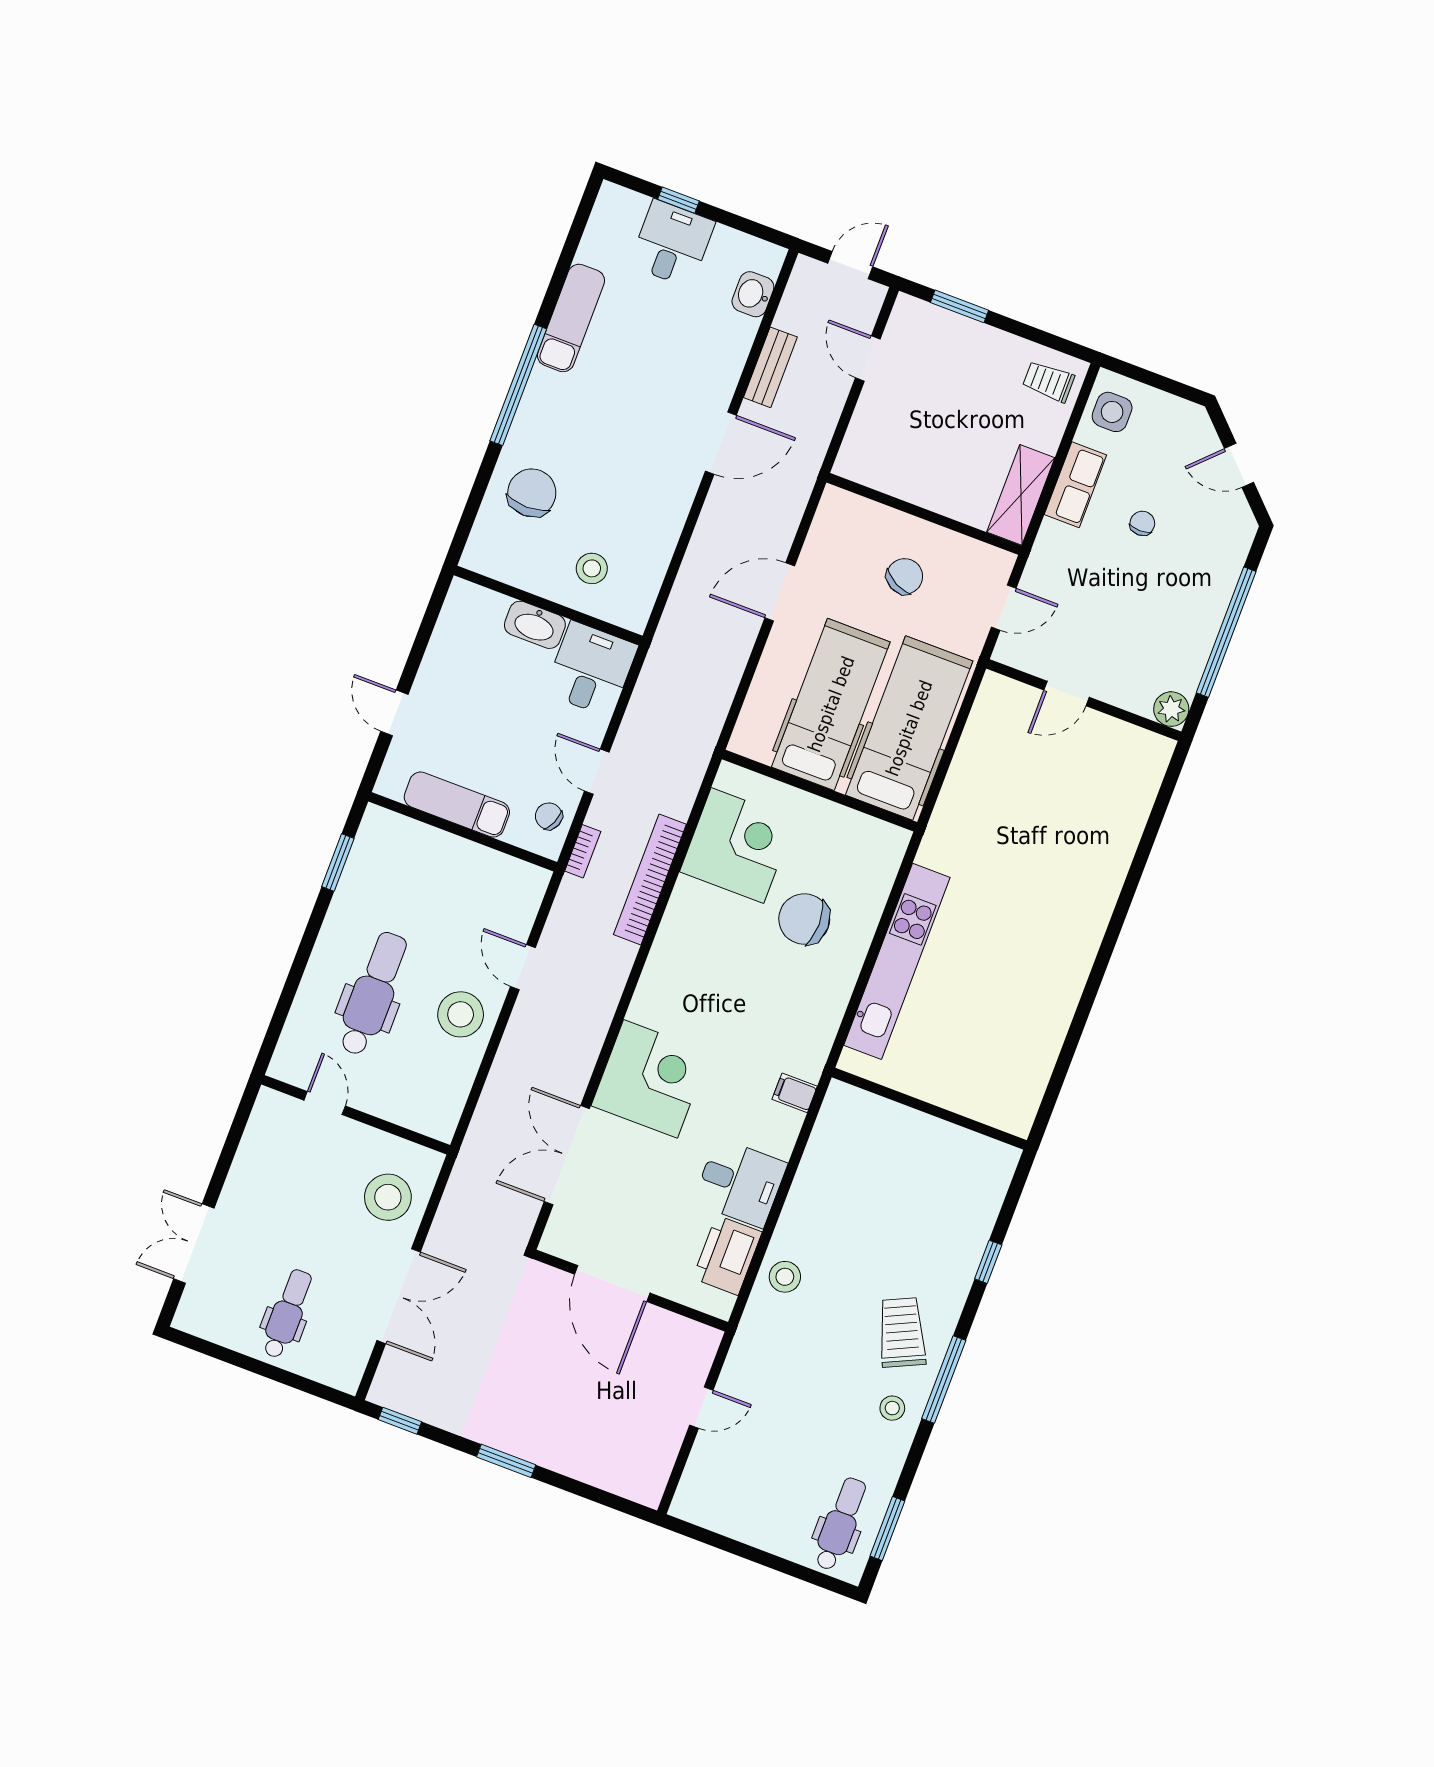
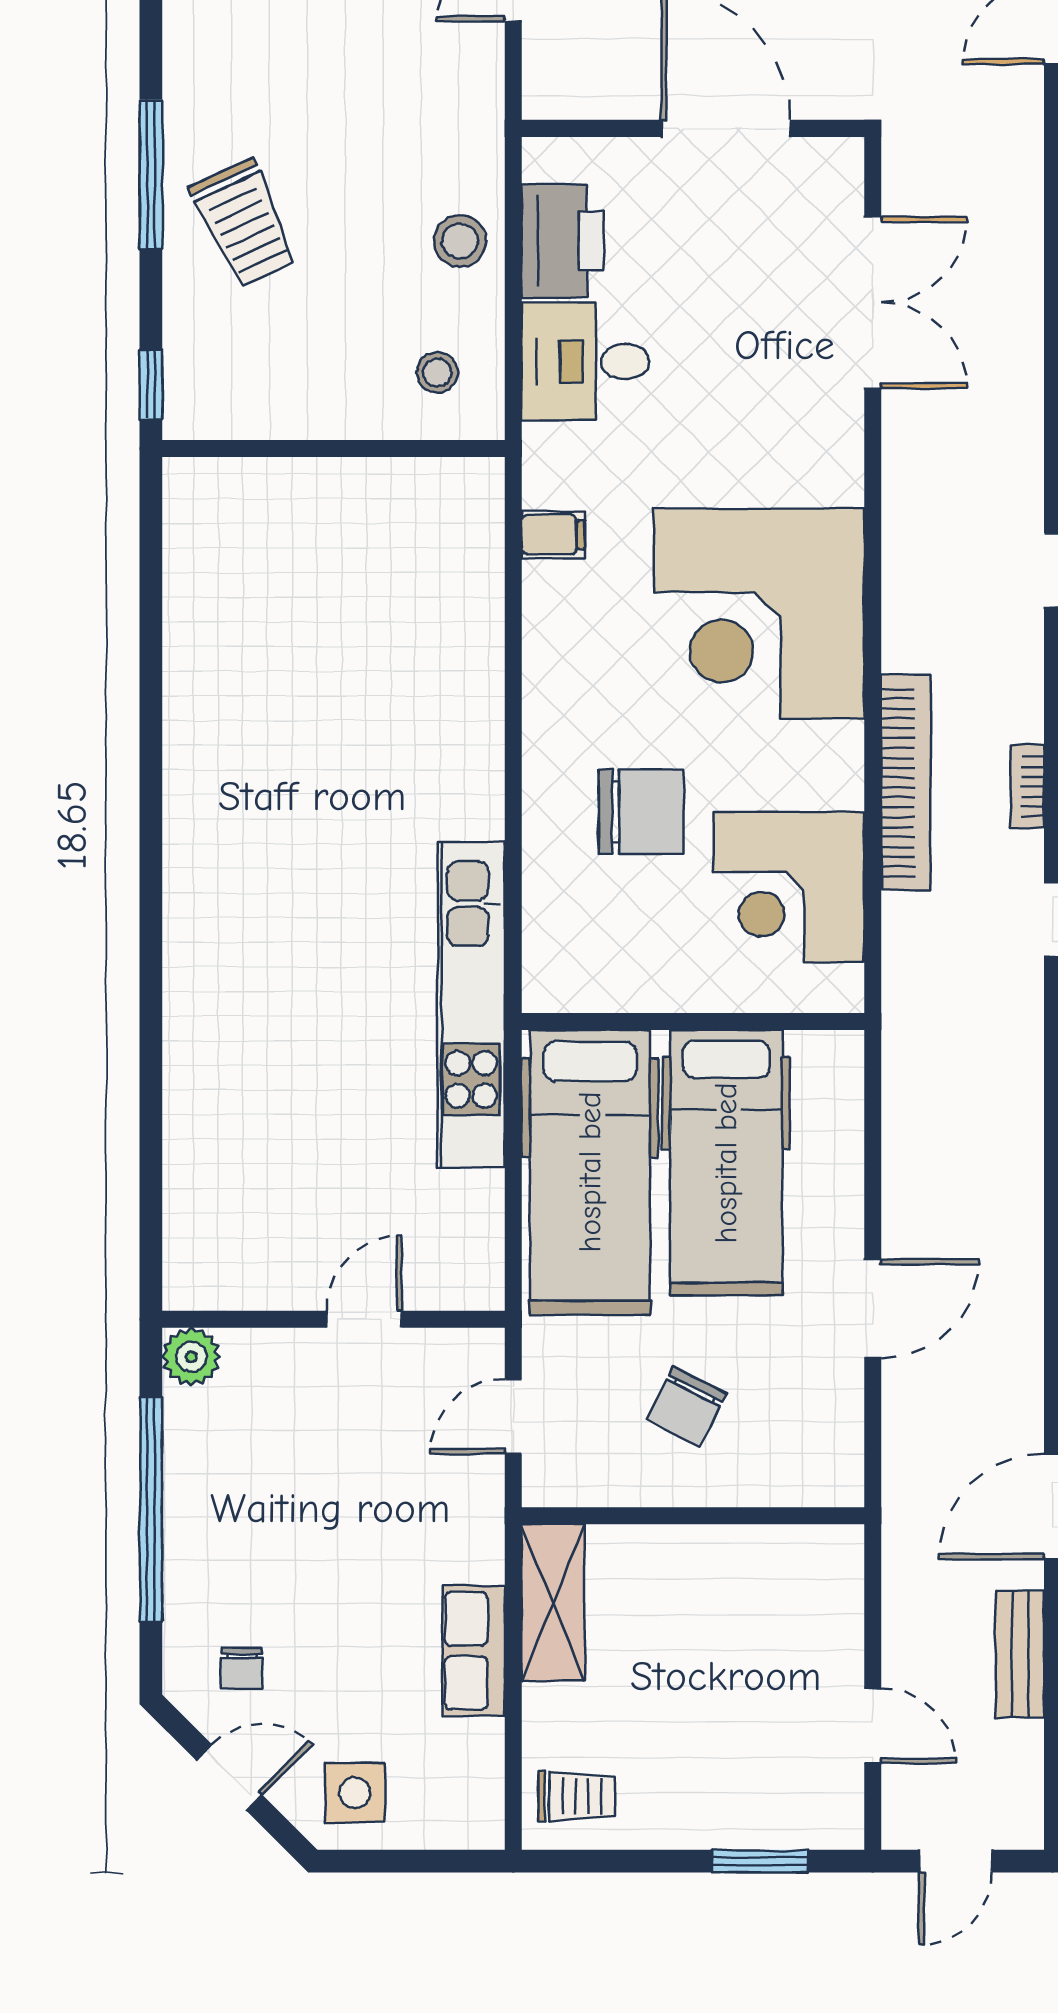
side table: (1112, 412) -> (355, 1793), moved
chair: (1142, 523) -> (242, 1668), moved
kitchen unit: (897, 961) -> (471, 1005), moved
corner desk: (650, 1079) -> (759, 613), moved, width x1.36, depth x1.36
wall: (929, 1109) -> (333, 449), moved
stool: (892, 1408) -> (437, 372), moved

